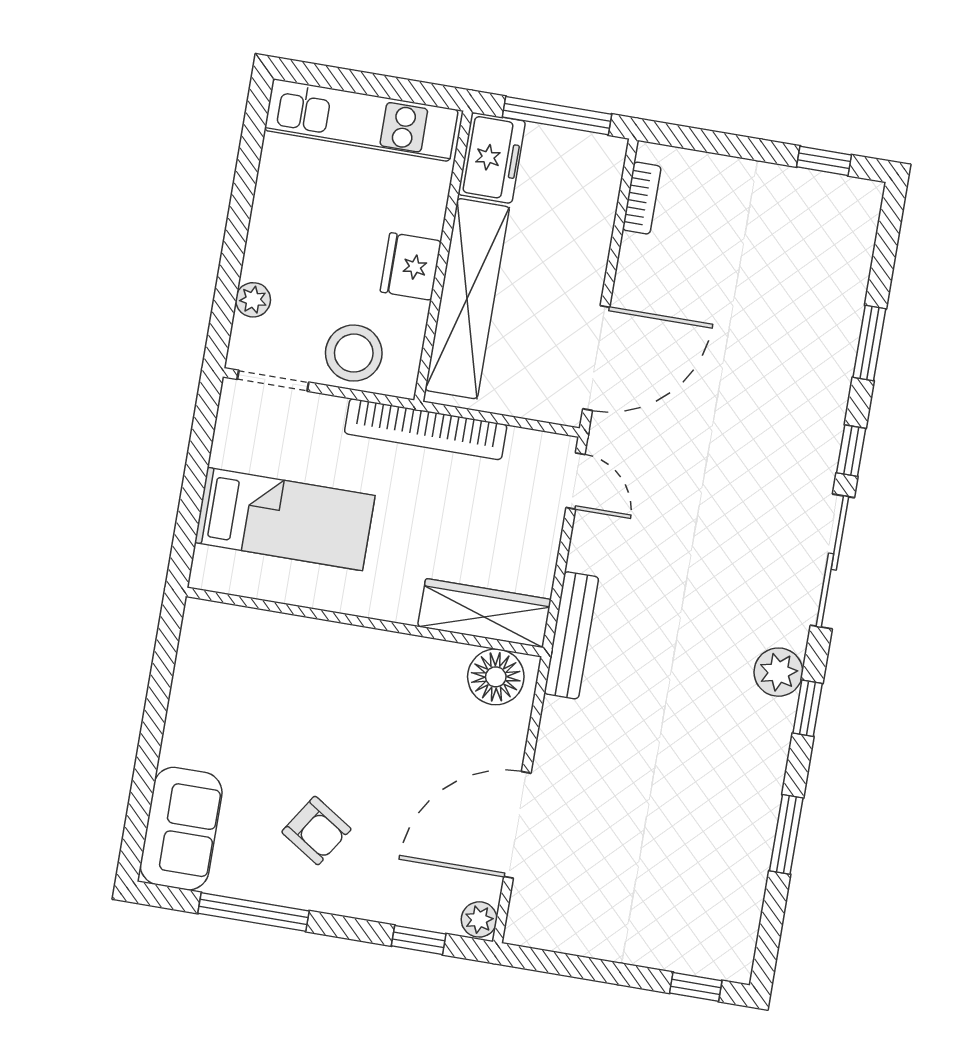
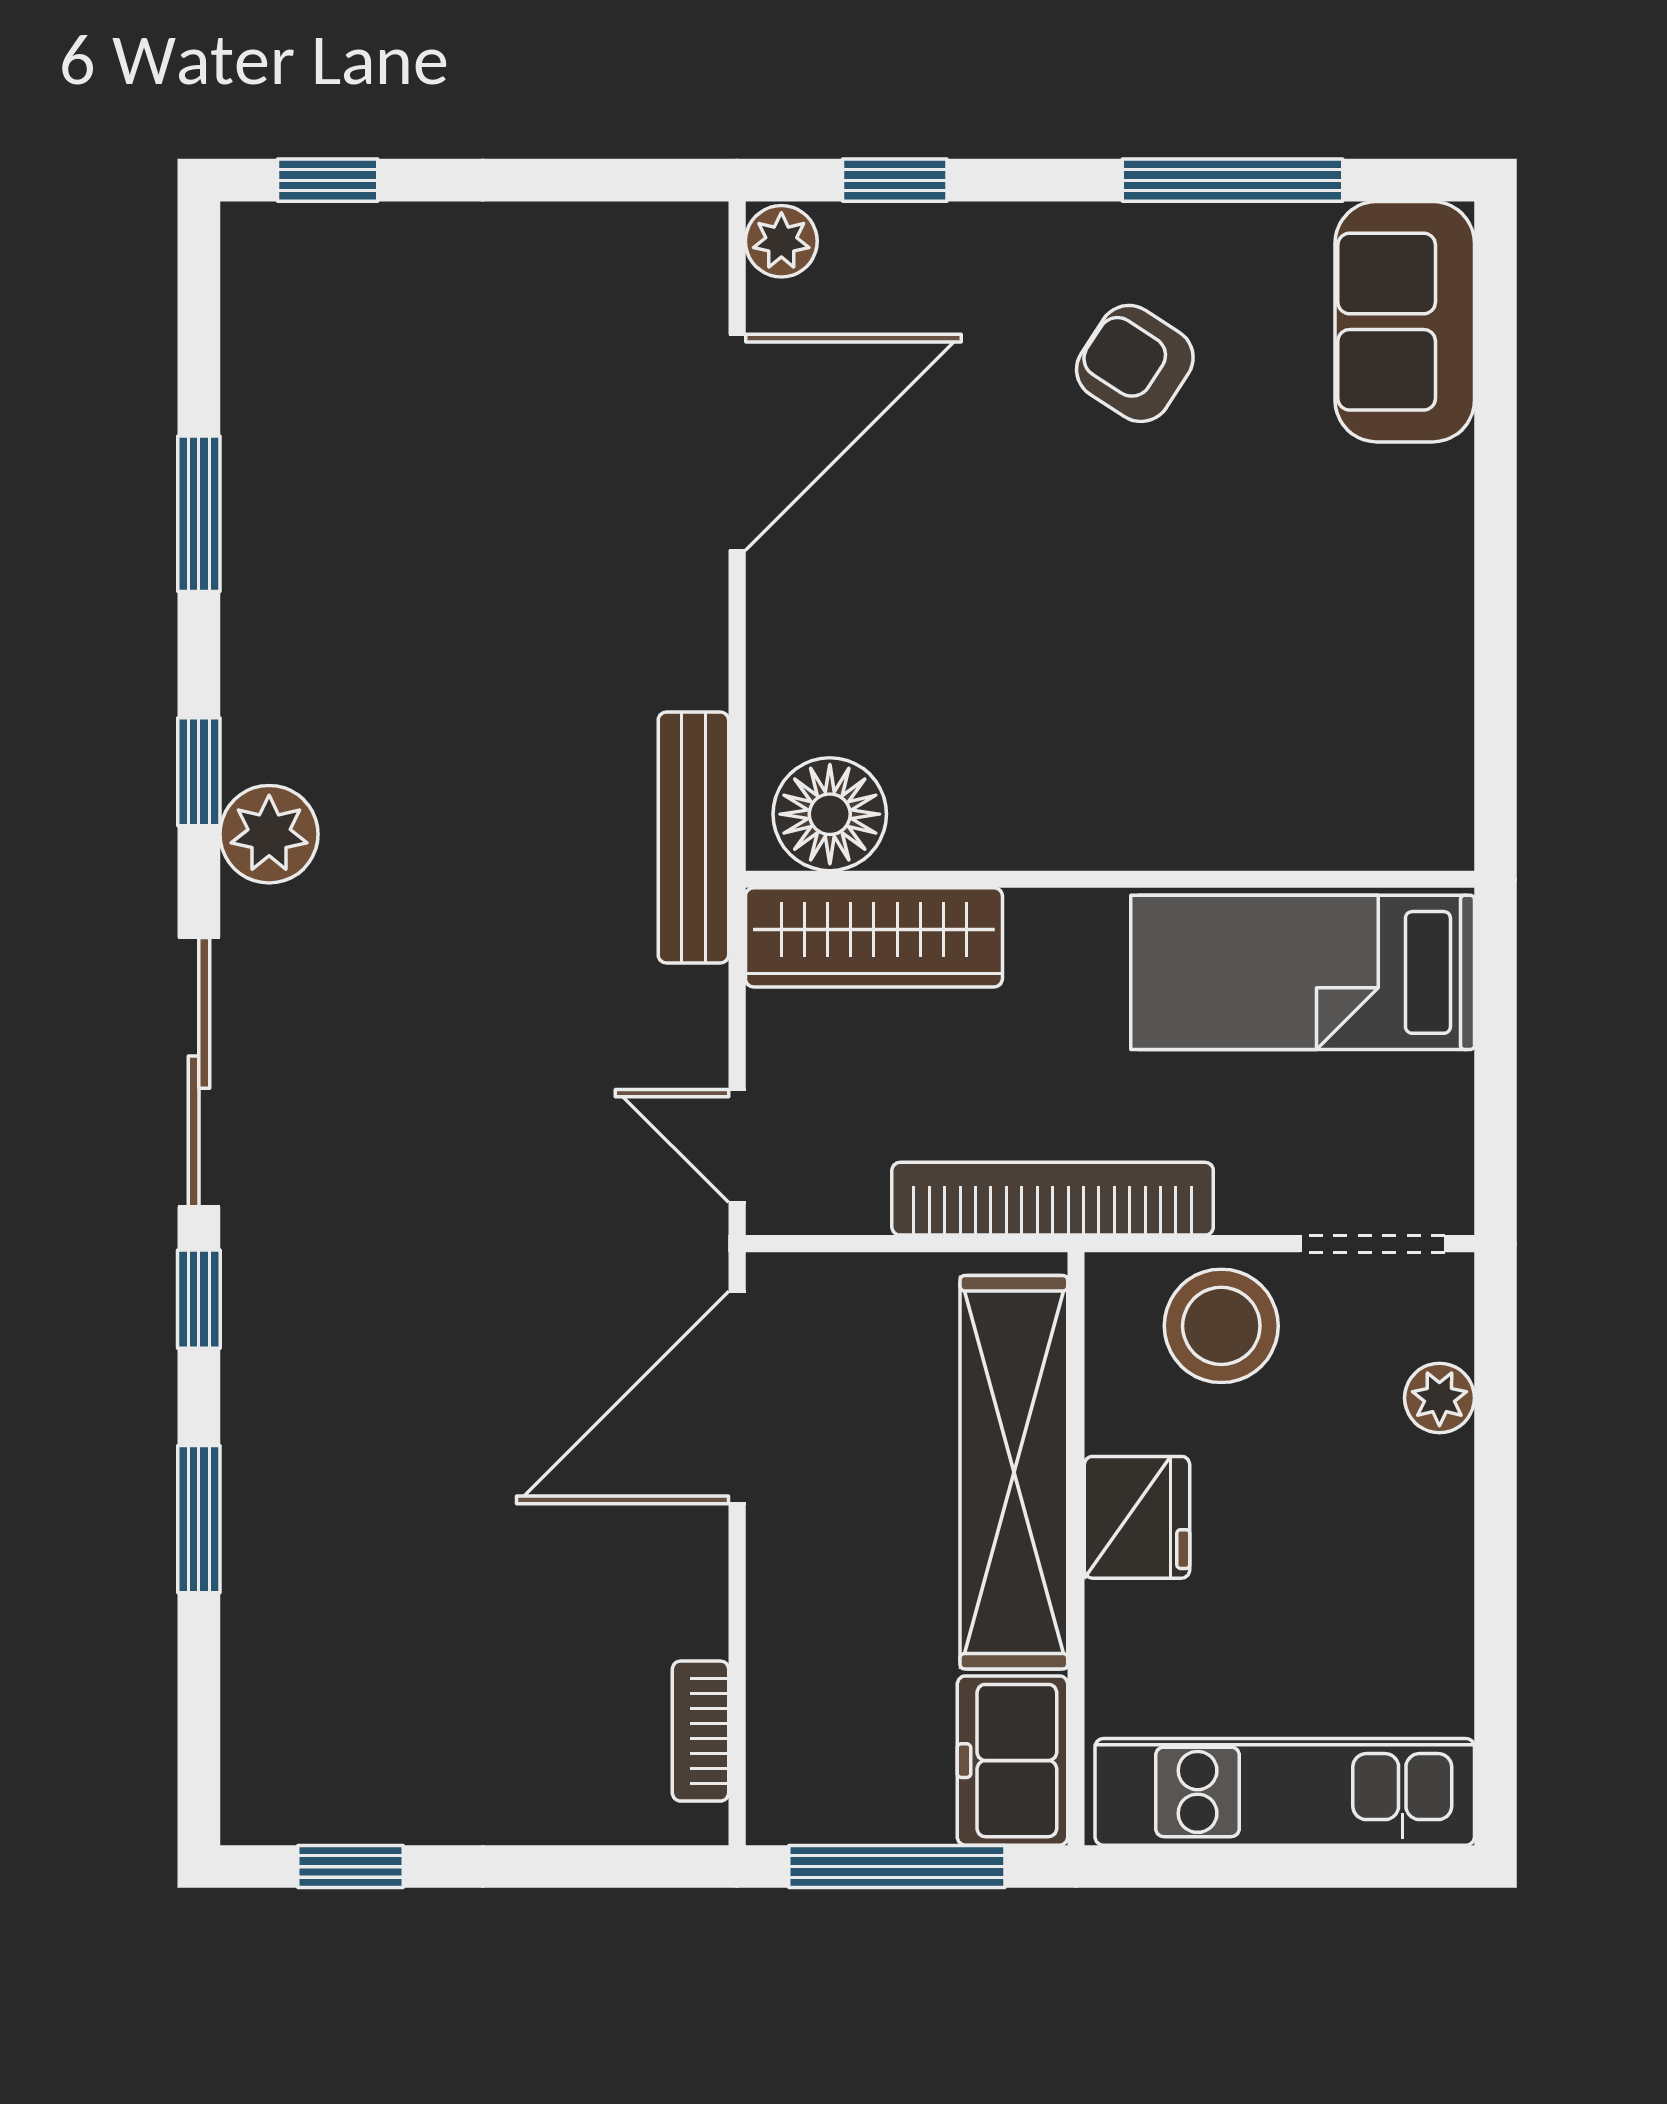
wardrobe: (484, 613) -> (874, 937), moved
wall: (364, 622) -> (1110, 879), moved
floor lamp: (496, 677) -> (830, 814), moved

